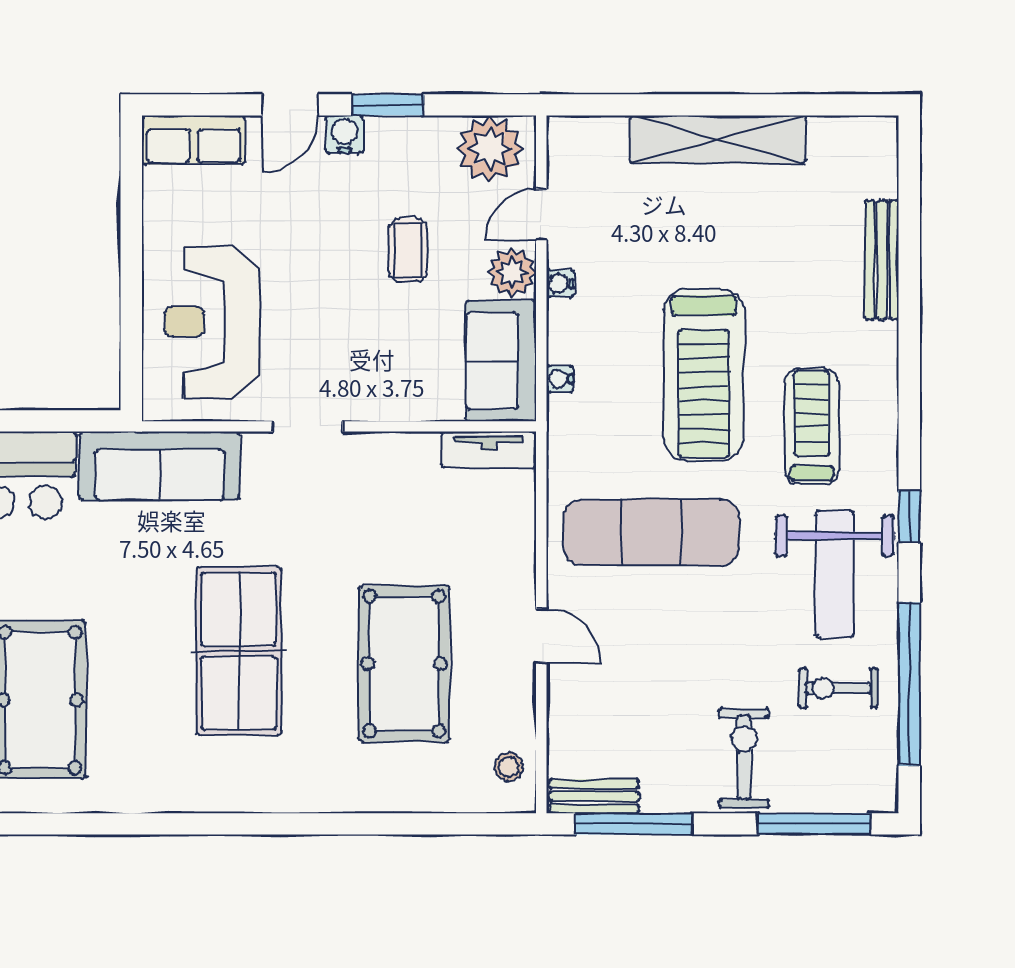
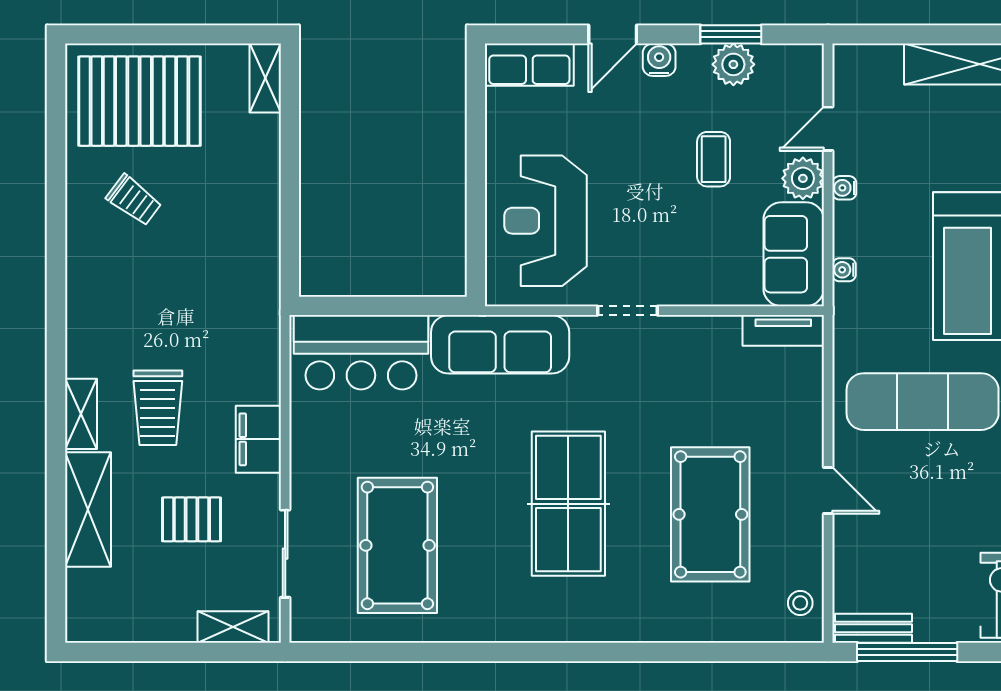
window: (388, 105) -> (731, 34), moved
plant: (490, 149) -> (733, 64), moved, width x0.73, depth x0.73

